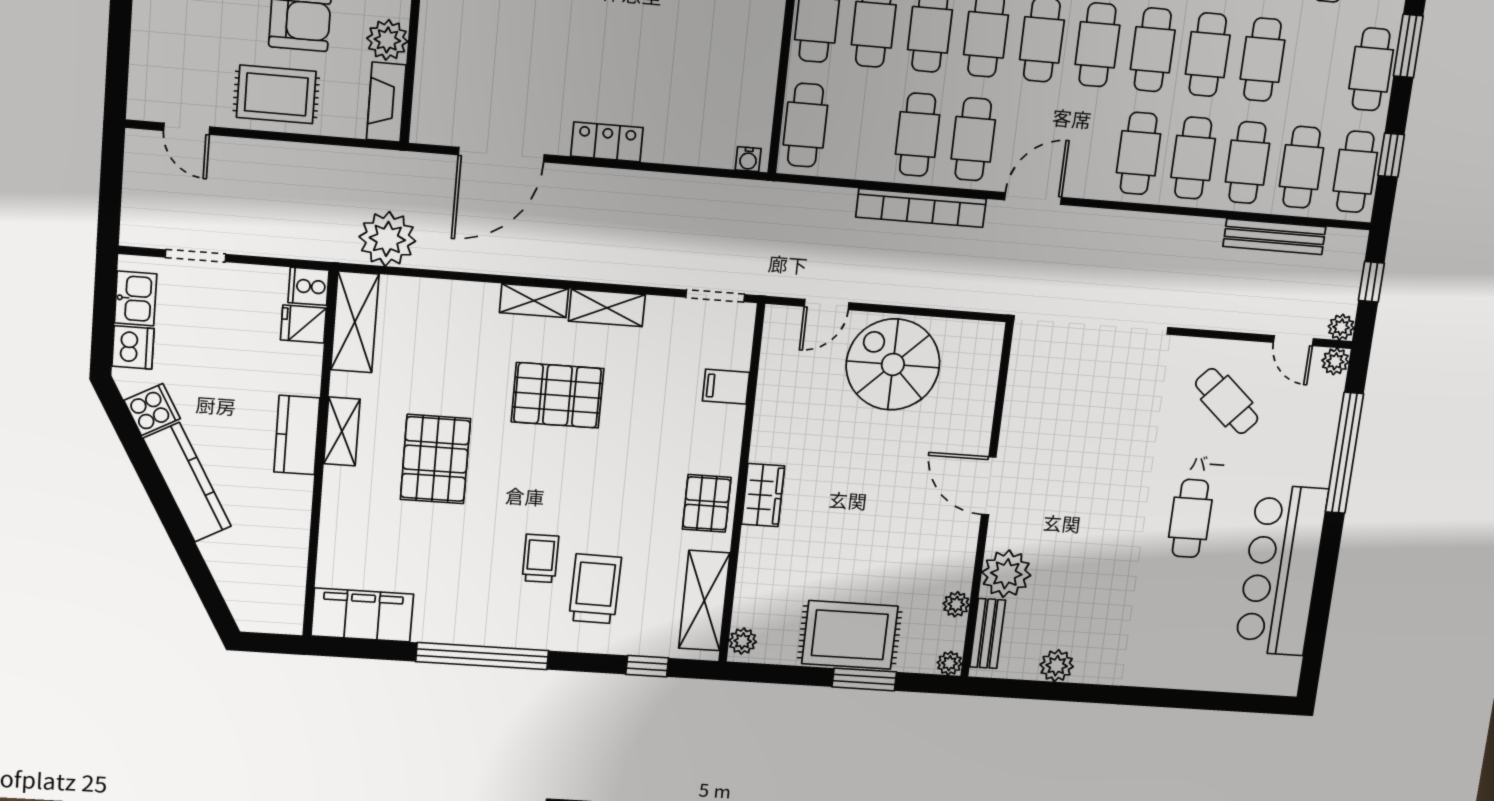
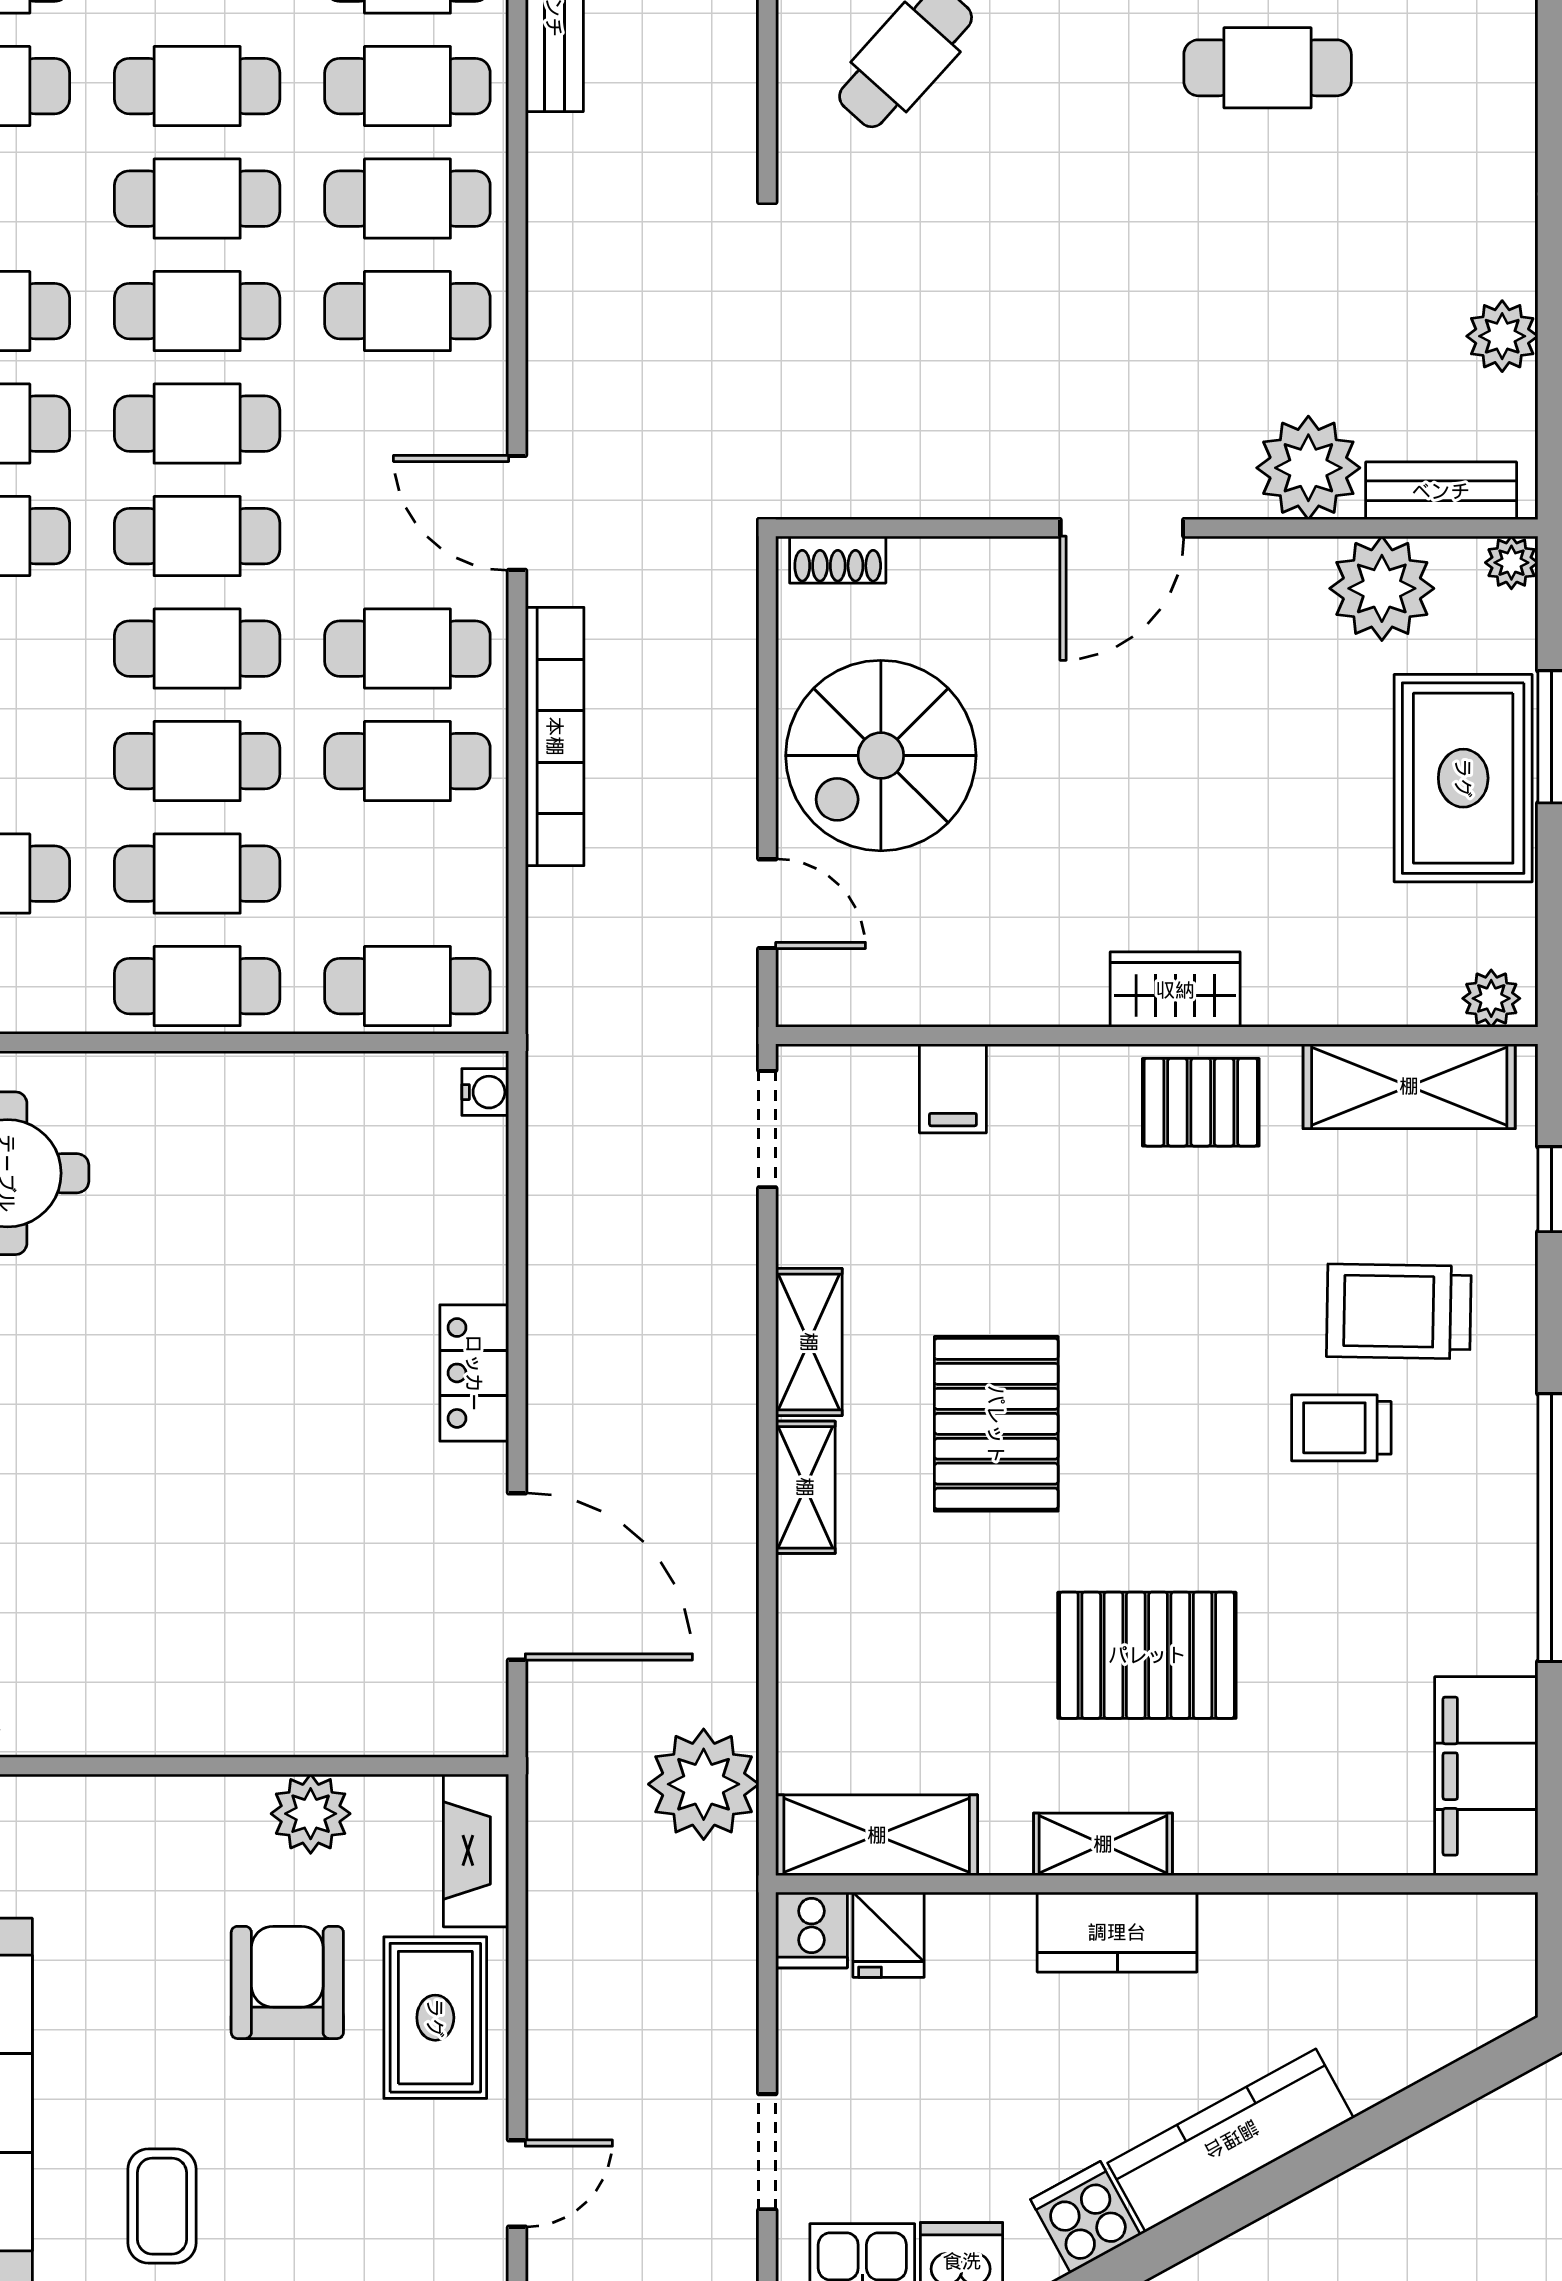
fireplace: (386, 102) -> (476, 1850), moved, turned 90
shoe rack: (991, 351) -> (838, 560), added
cafe table: (1190, 518) -> (1268, 68), moved
plant: (956, 604) -> (1382, 588), width x1.87, depth x1.87

